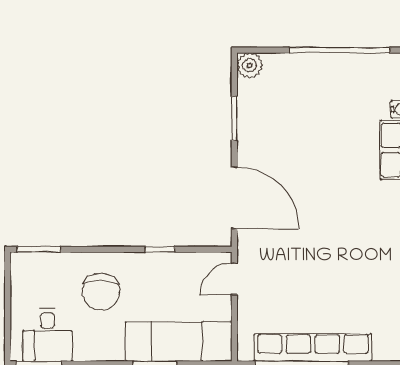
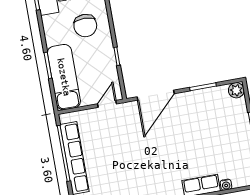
door: (234, 279) -> (107, 104), hinge flipped
chair: (101, 292) -> (85, 26), turned -90

